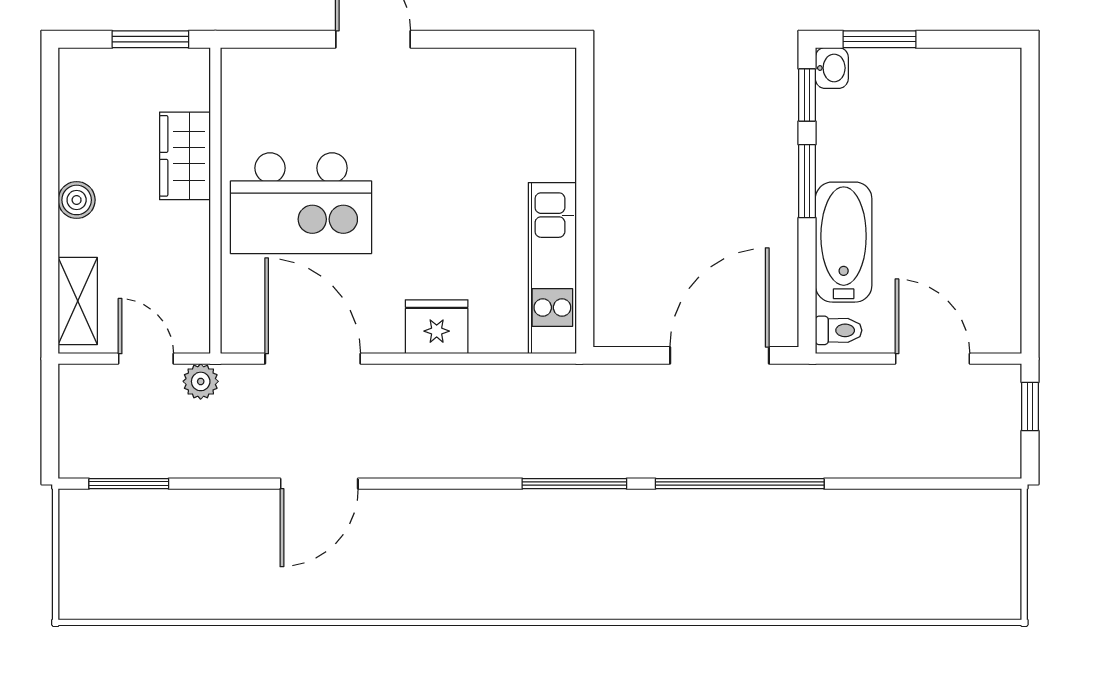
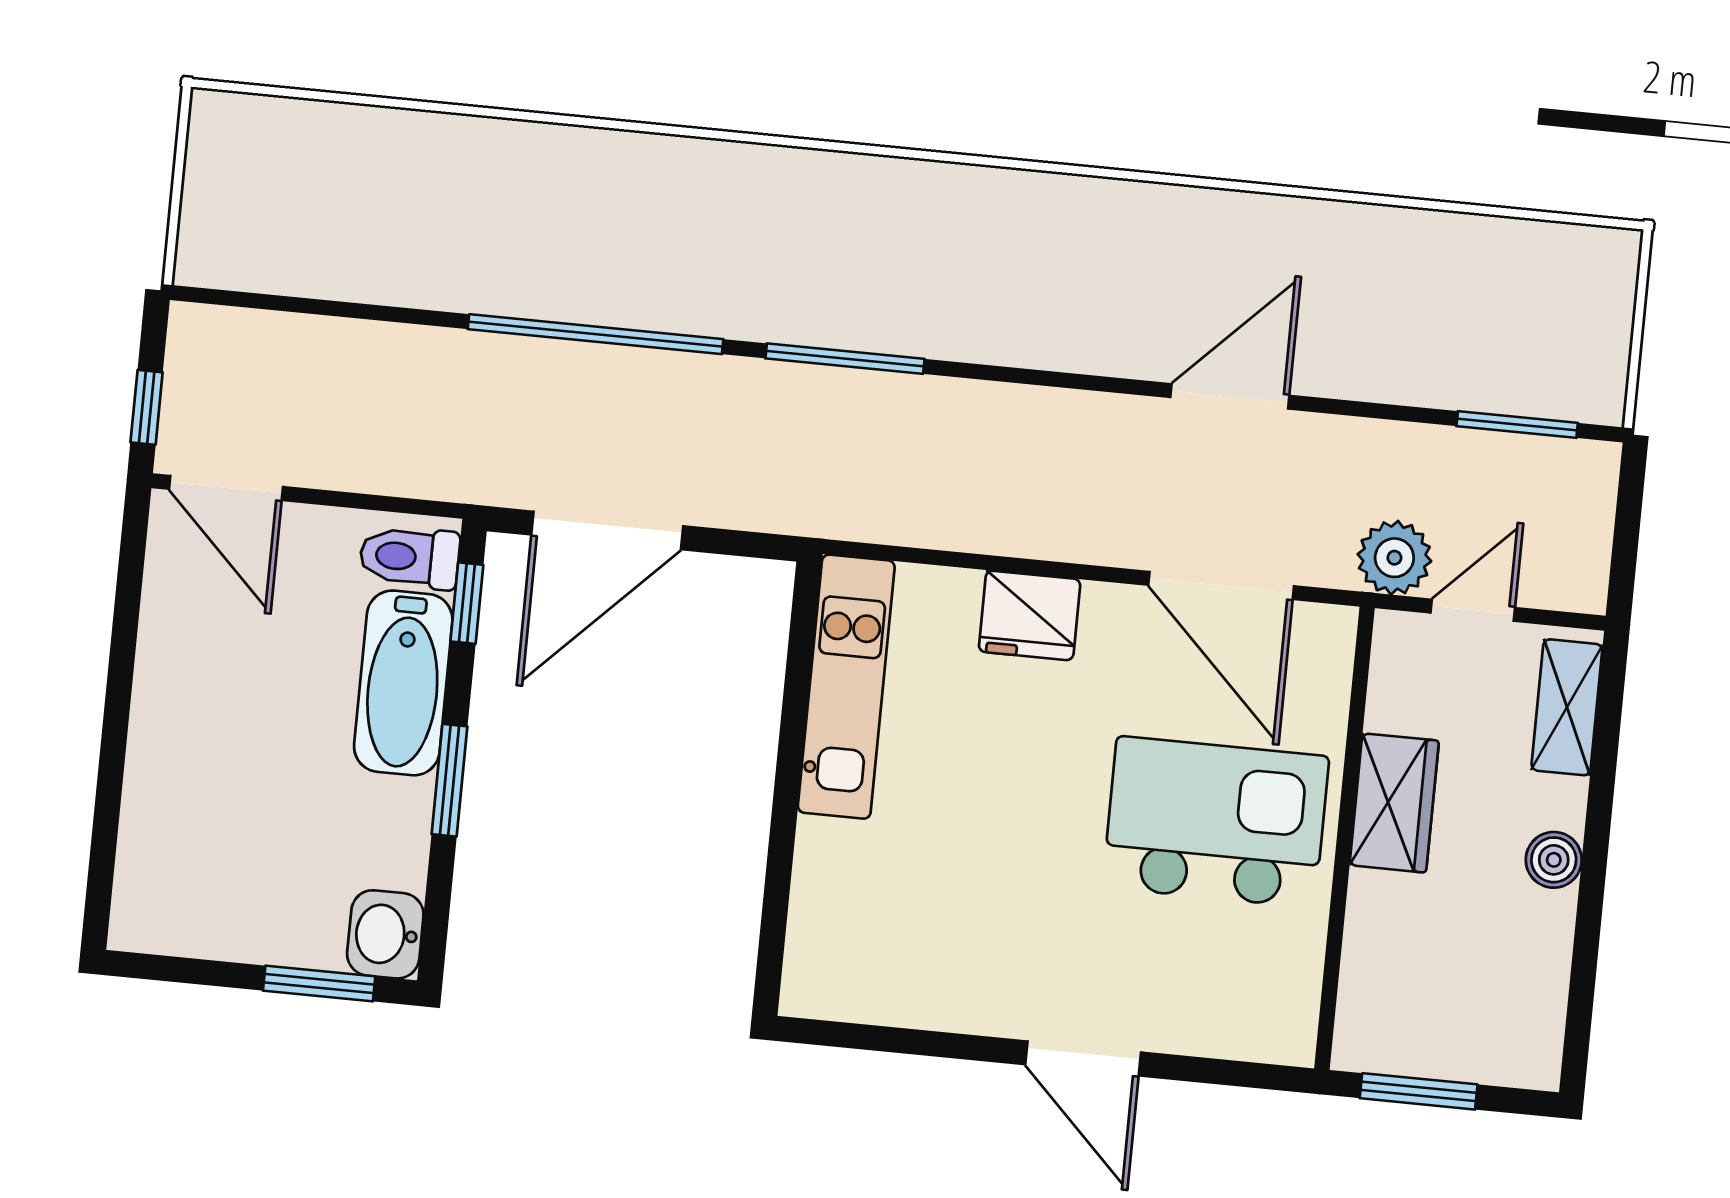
washbasin: (832, 68) -> (385, 934), width x1.38, depth x1.45
window: (807, 95) -> (467, 603), moved
wardrobe: (185, 156) -> (1394, 803), moved
toilet: (839, 330) -> (410, 557), width x1.37, depth x1.39
door: (146, 359) -> (1473, 610), swing flipped
door: (932, 359) -> (226, 488), moved
plant: (201, 381) -> (1394, 558), width x1.38, depth x1.38

